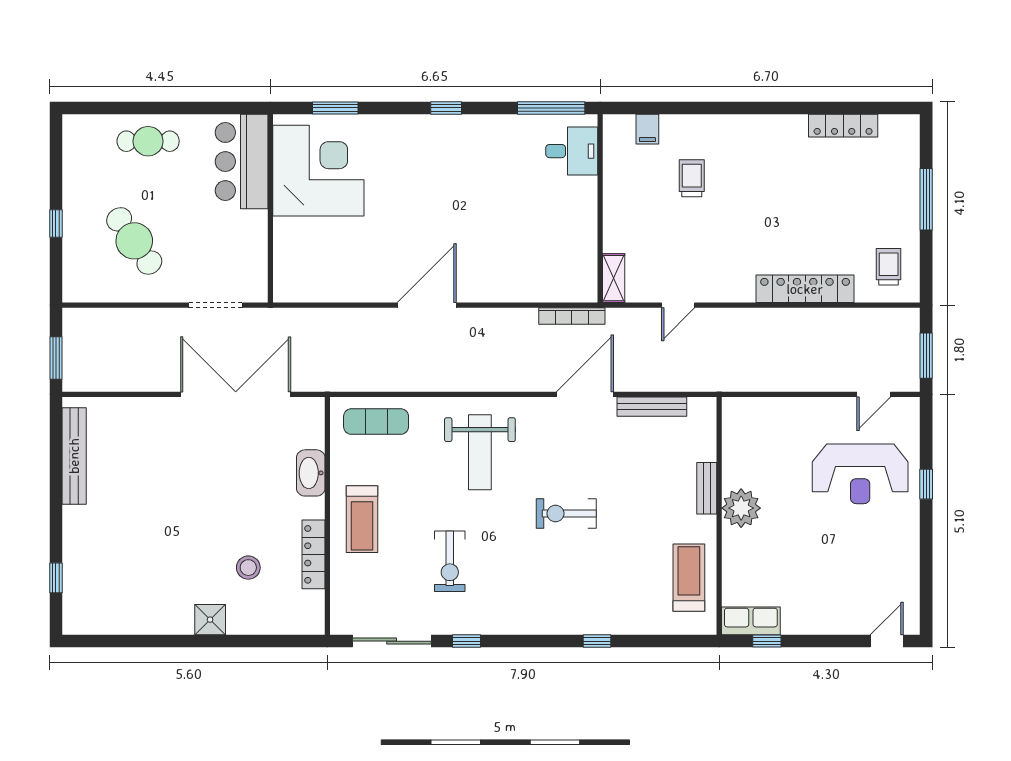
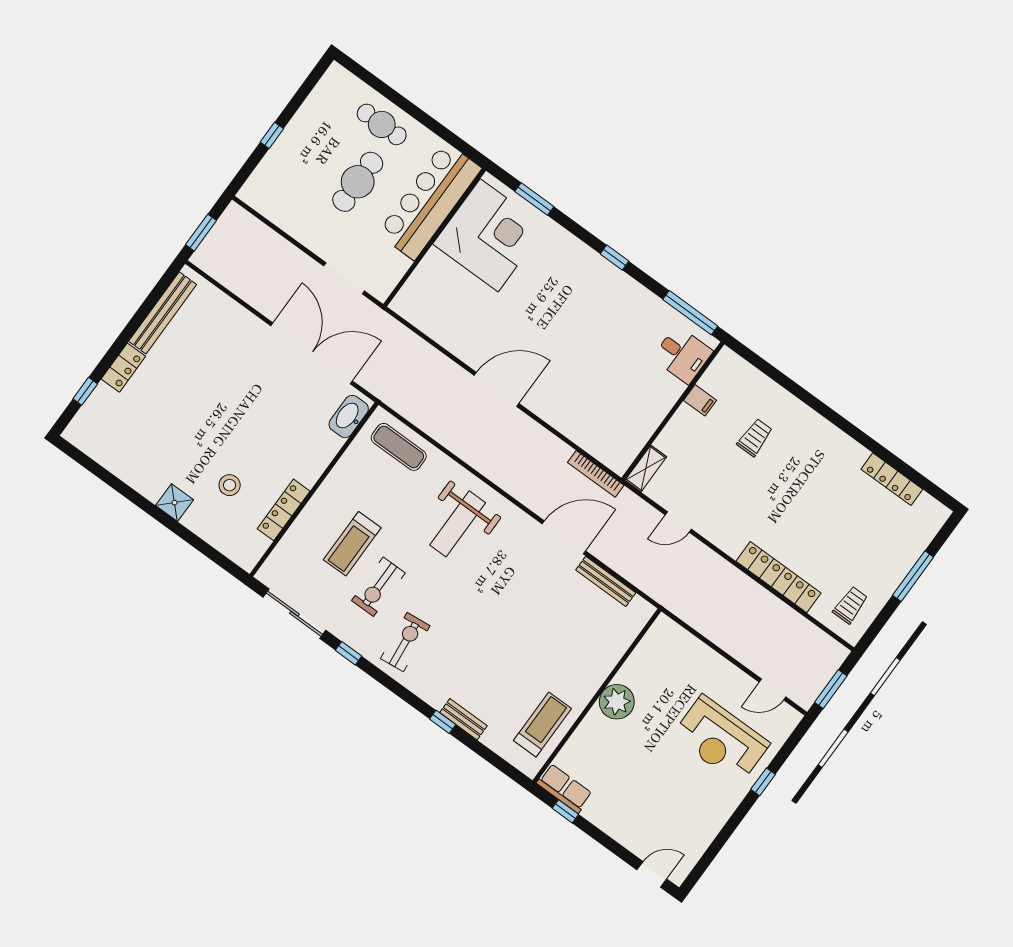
filing cabinet: (647, 129) -> (700, 400), moved, turned -90
bar counter: (242, 162) -> (429, 201), width x1.36
cafe table: (134, 241) -> (358, 182), moved, turned 35
washbasin: (311, 473) -> (349, 417), moved
bench: (707, 488) -> (463, 719), moved, turned 90
exercise bike: (566, 514) -> (405, 642), moved, turned 84
treadmill: (362, 519) -> (352, 544), moved
locker: (75, 531) -> (123, 368), added

